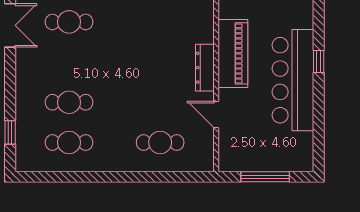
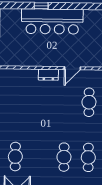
piano: (233, 53) -> (36, 58), removed
dresser: (205, 68) -> (48, 75), width x0.70

